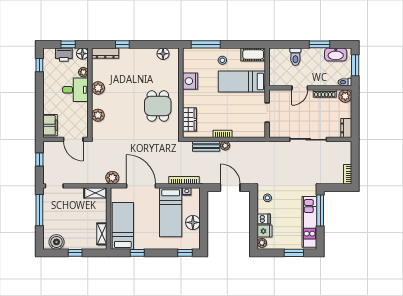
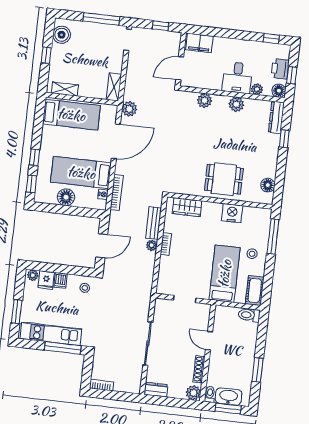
washbasin: (336, 54) -> (229, 396), moved, turned 90
toilet: (295, 57) -> (249, 315), moved
dining table: (158, 106) -> (224, 179), moved
window: (137, 253) -> (34, 157), moved

